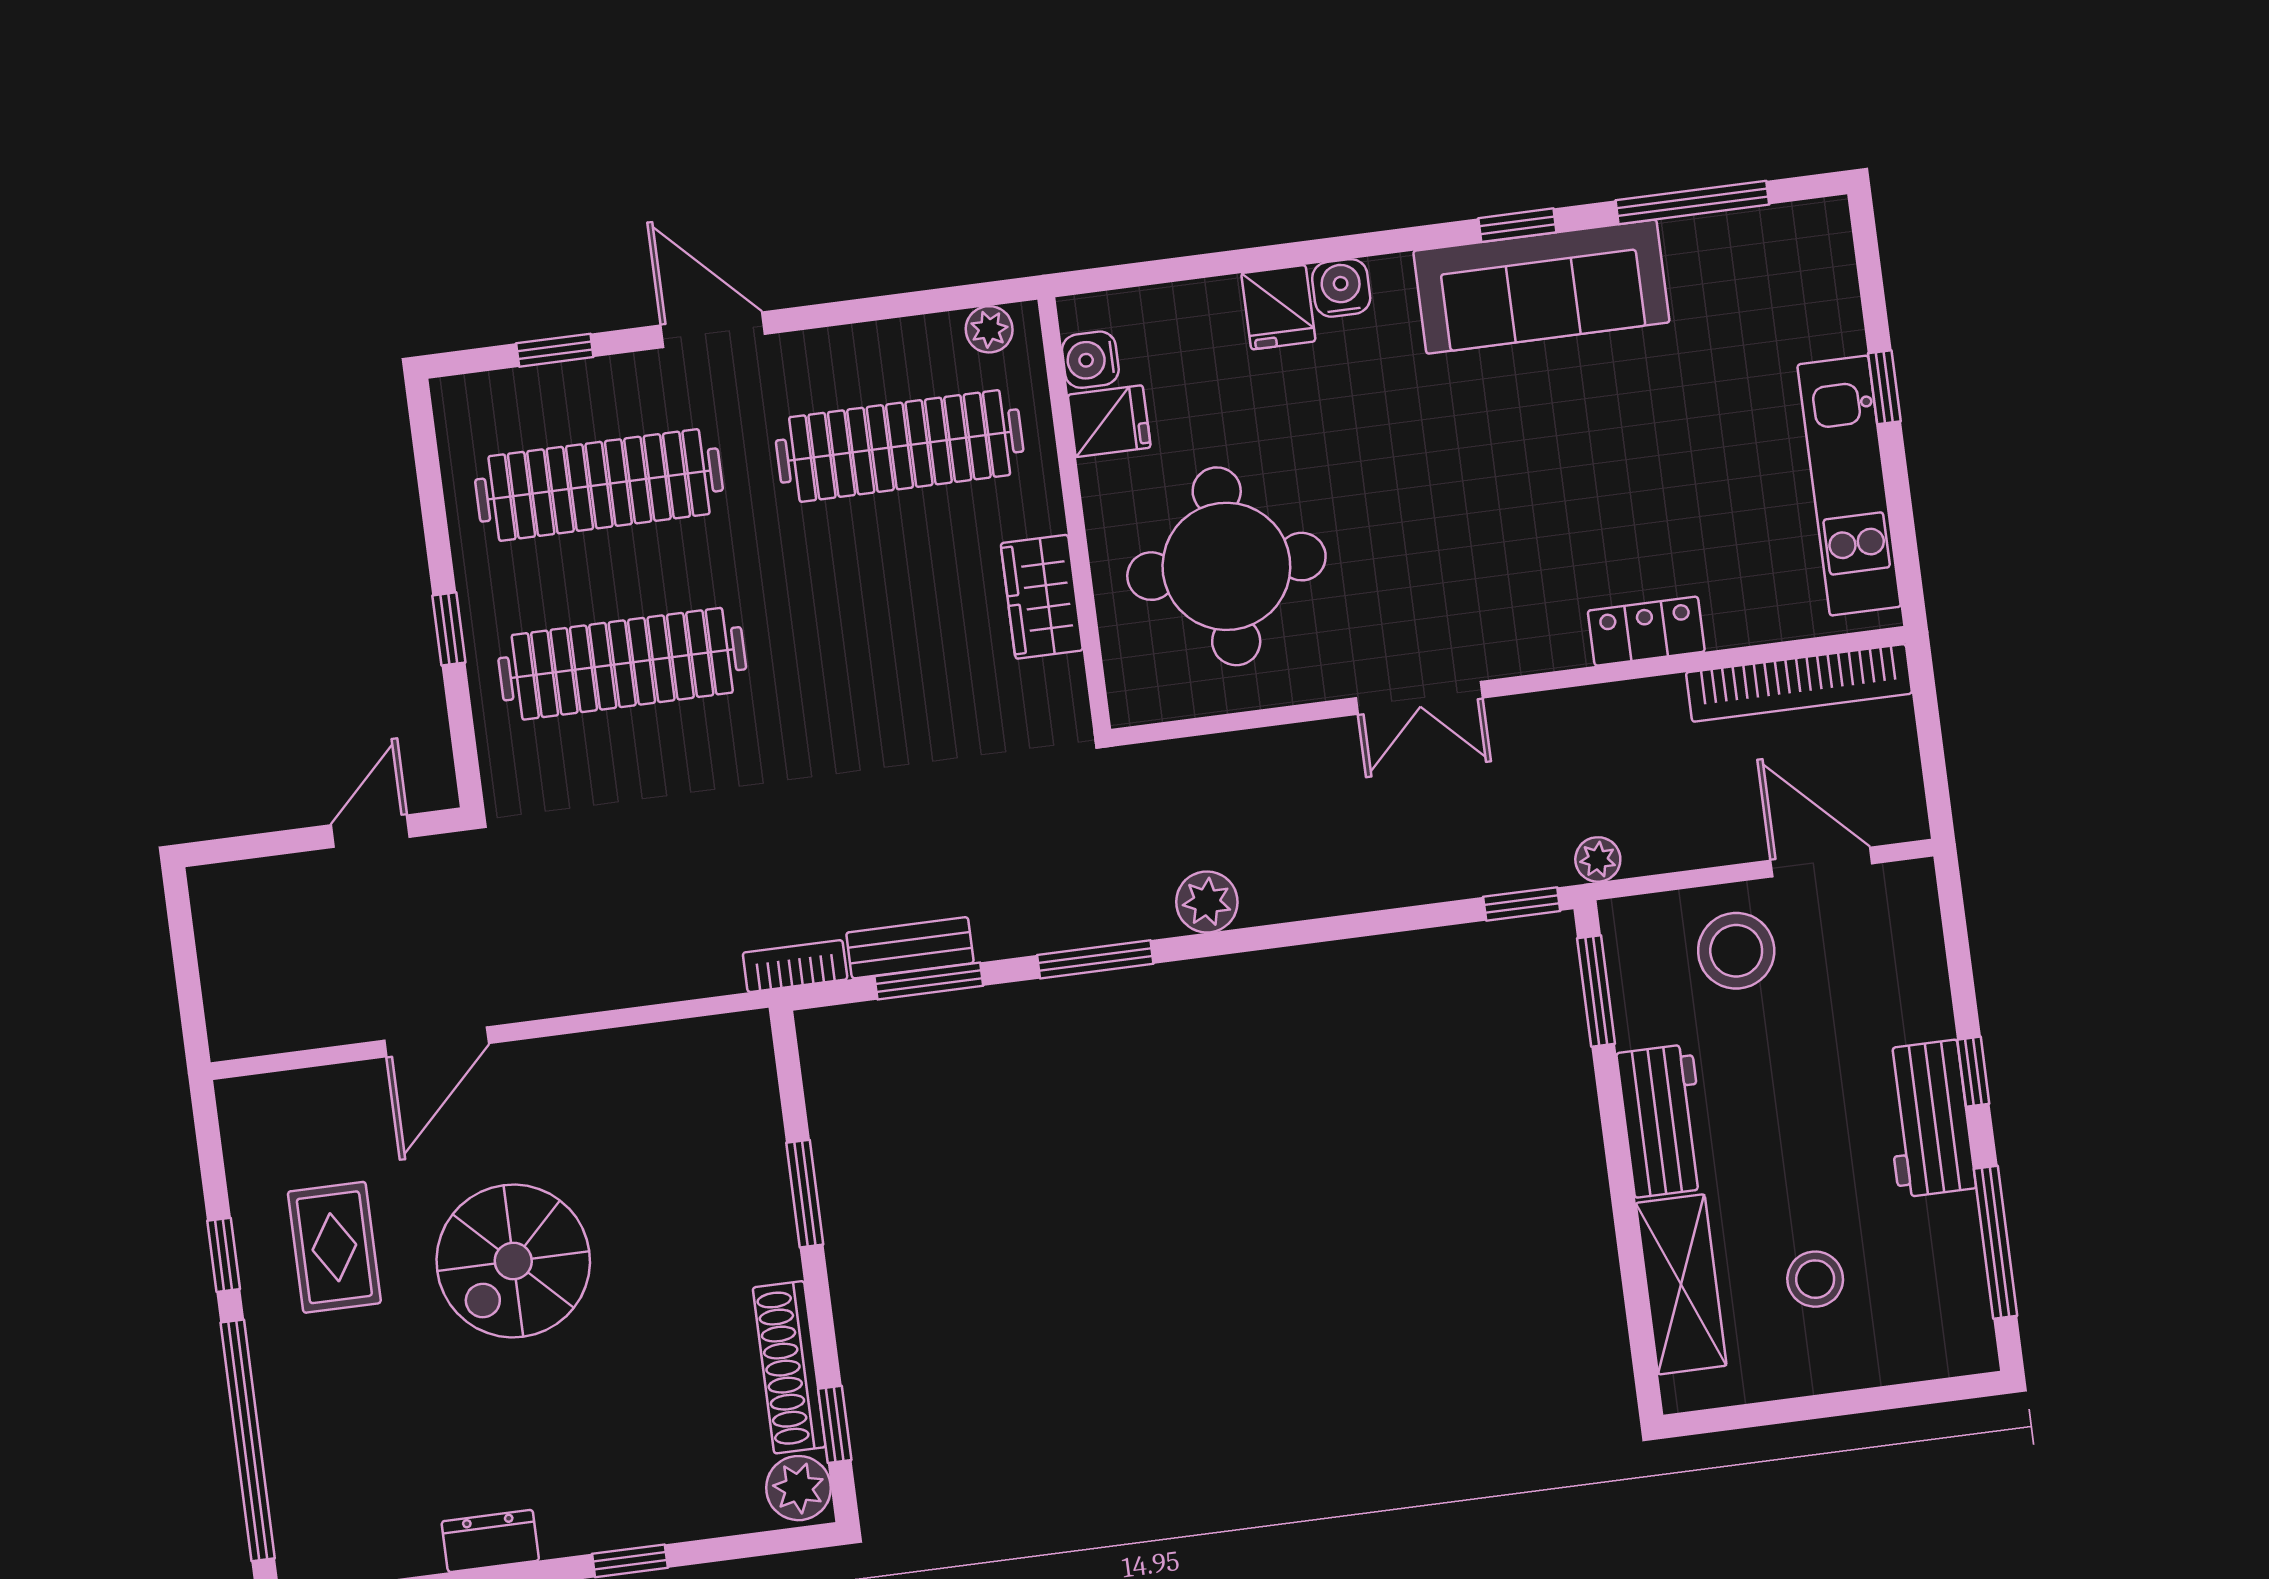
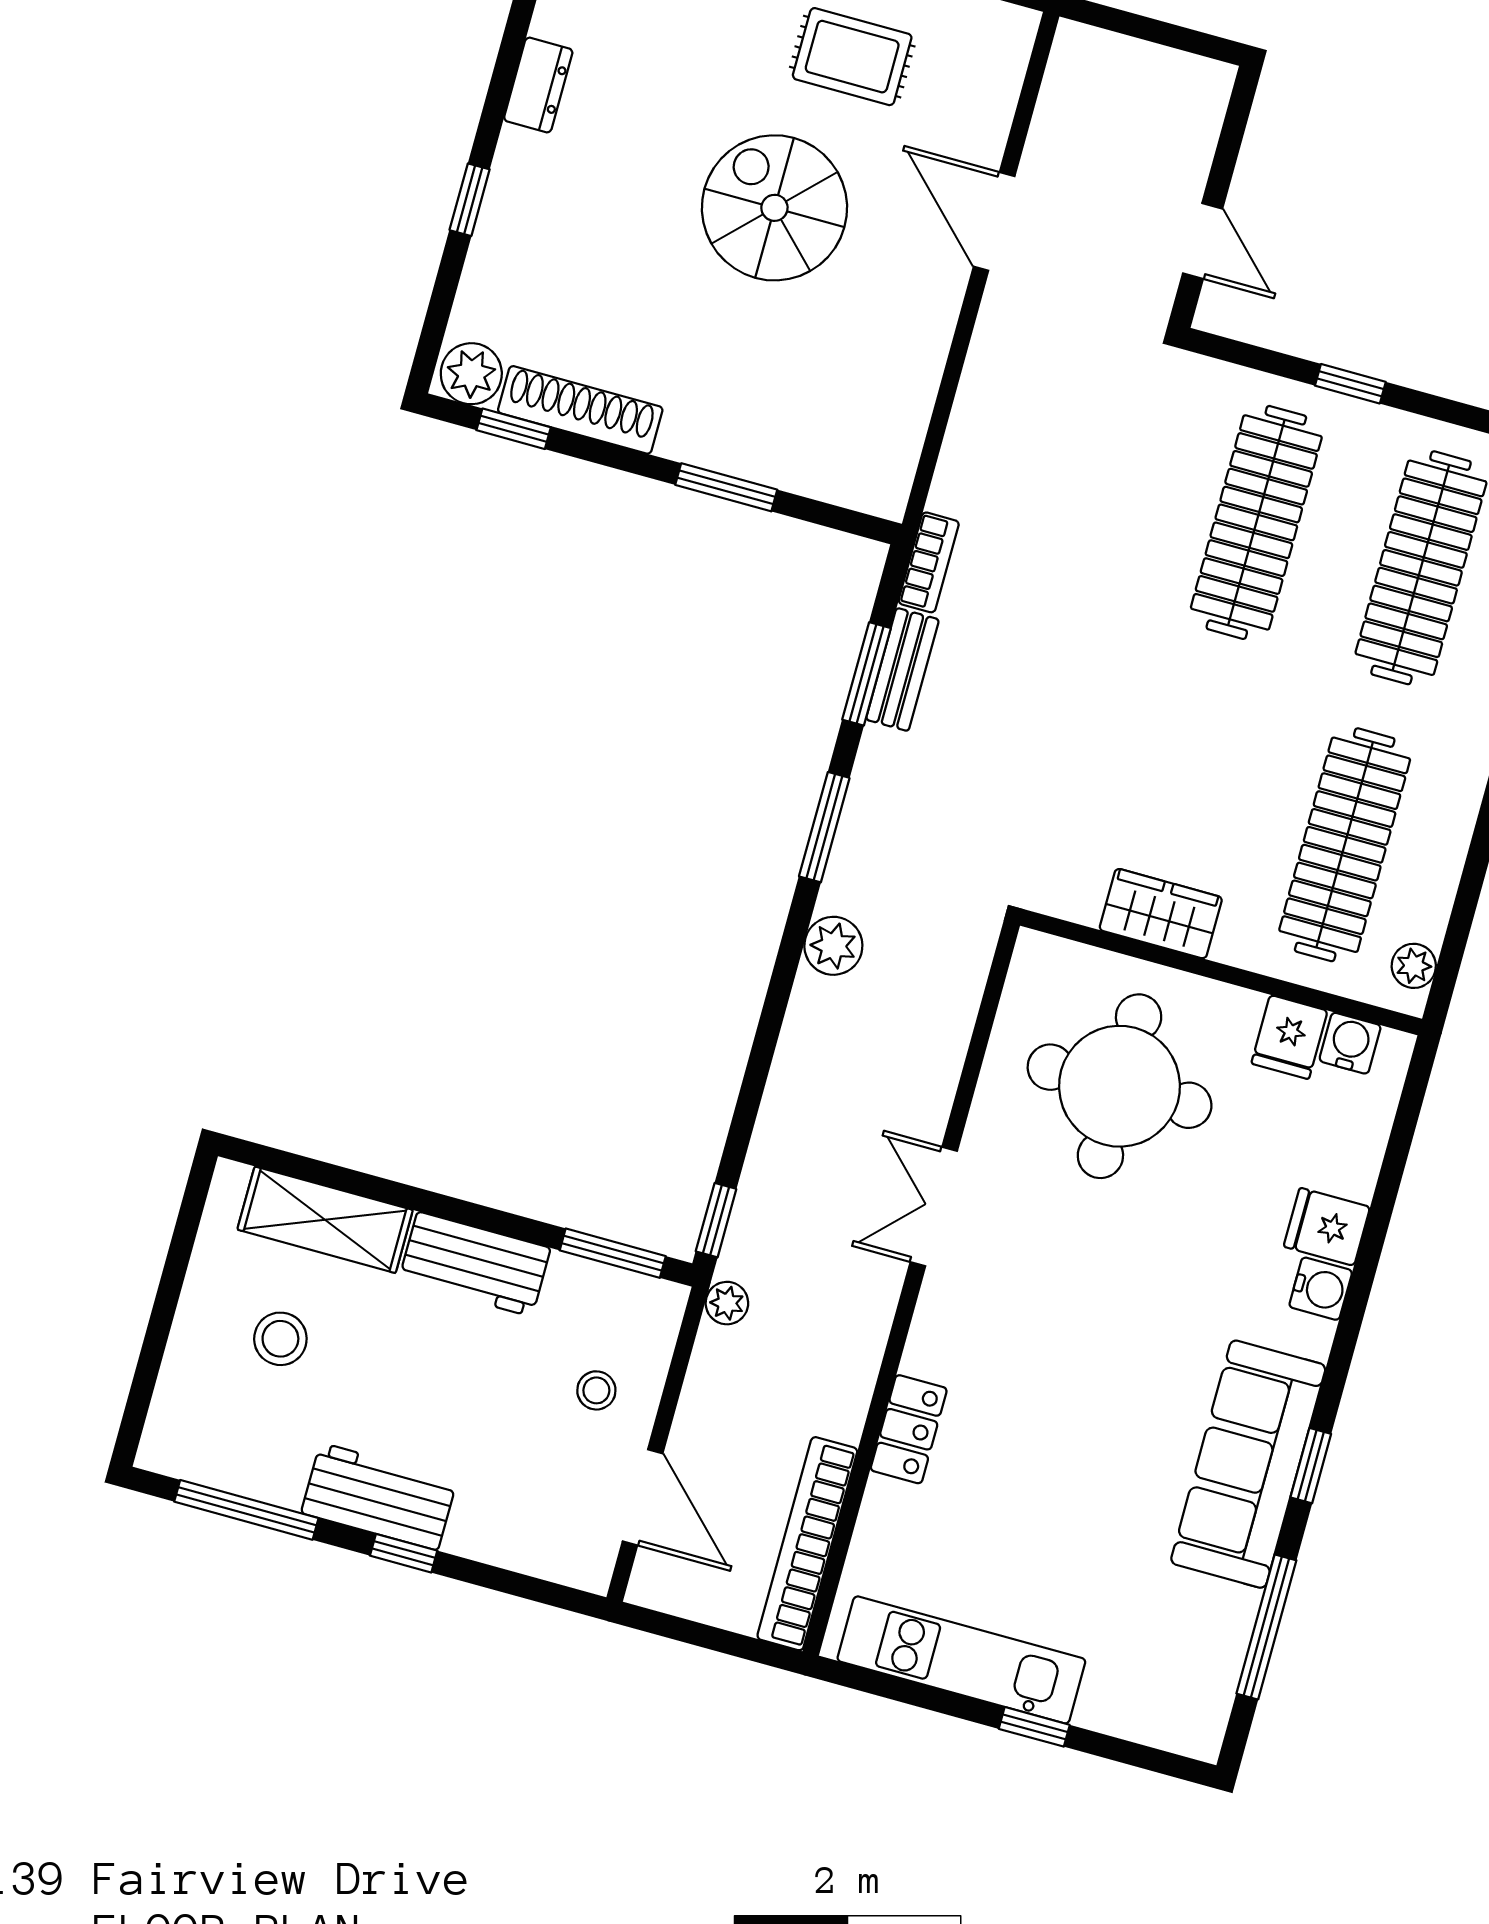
door: (1821, 862) -> (643, 1497), hinge flipped
stool: (1736, 951) -> (596, 1390), width x0.53, depth x0.53

